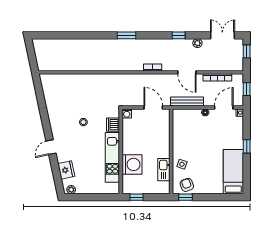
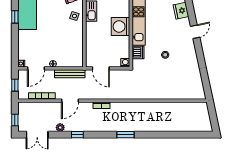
door: (187, 72) -> (70, 101), swing flipped
window: (247, 146) -> (15, 17), moved
washing machine: (132, 164) -> (121, 27), moved

